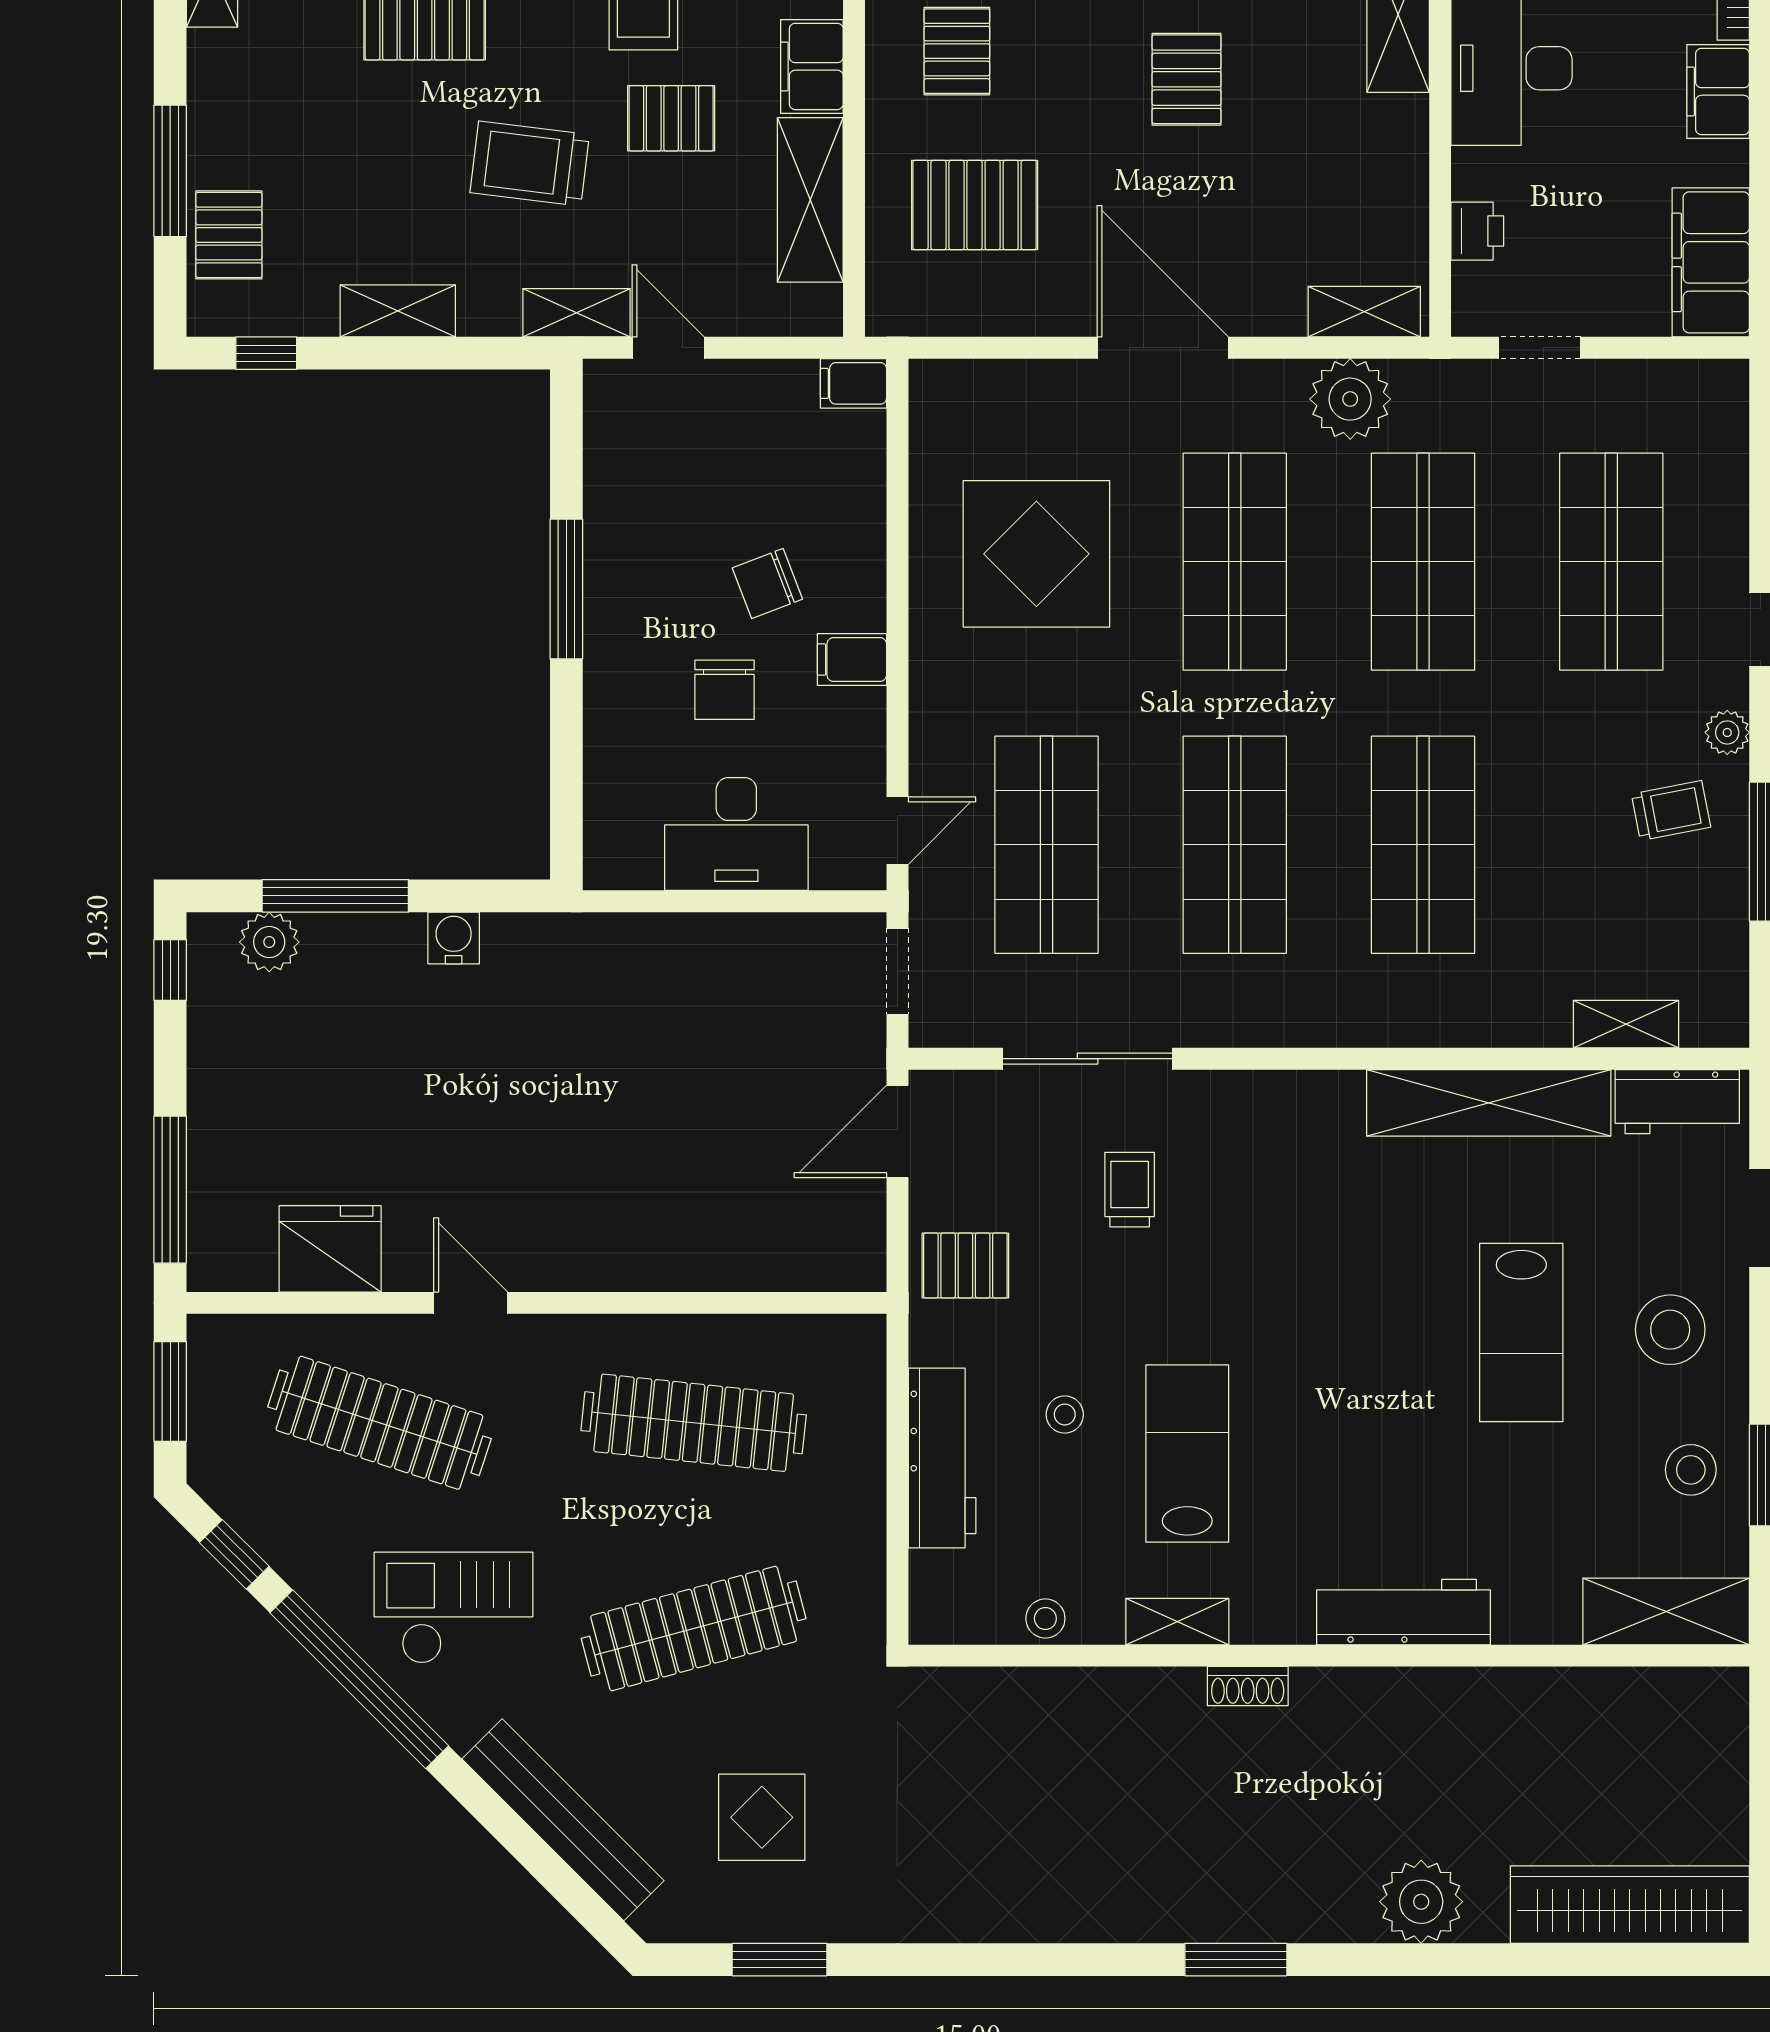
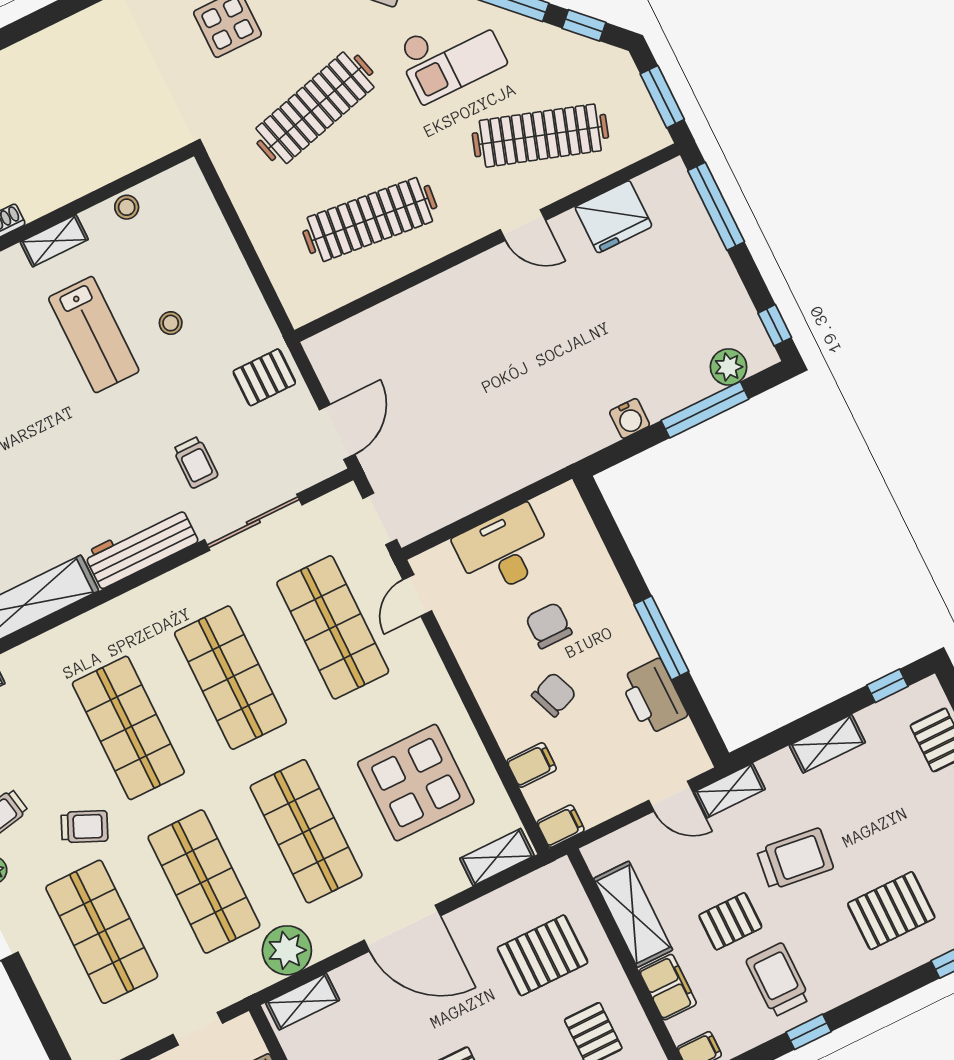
shelving: (970, 384) -> (497, 857), added
printer: (621, 508) -> (653, 697), added
filing cabinet: (852, 660) -> (532, 765), moved
trolley: (1560, 730) -> (84, 827), added
workbench: (942, 1458) -> (141, 547), moved, turned 90

